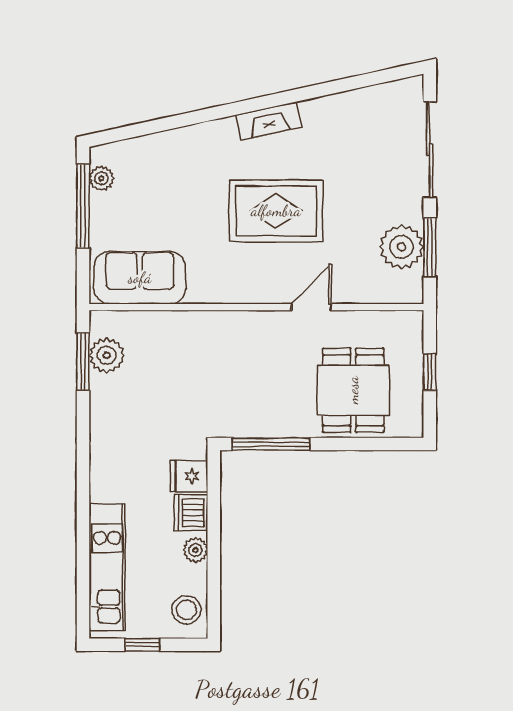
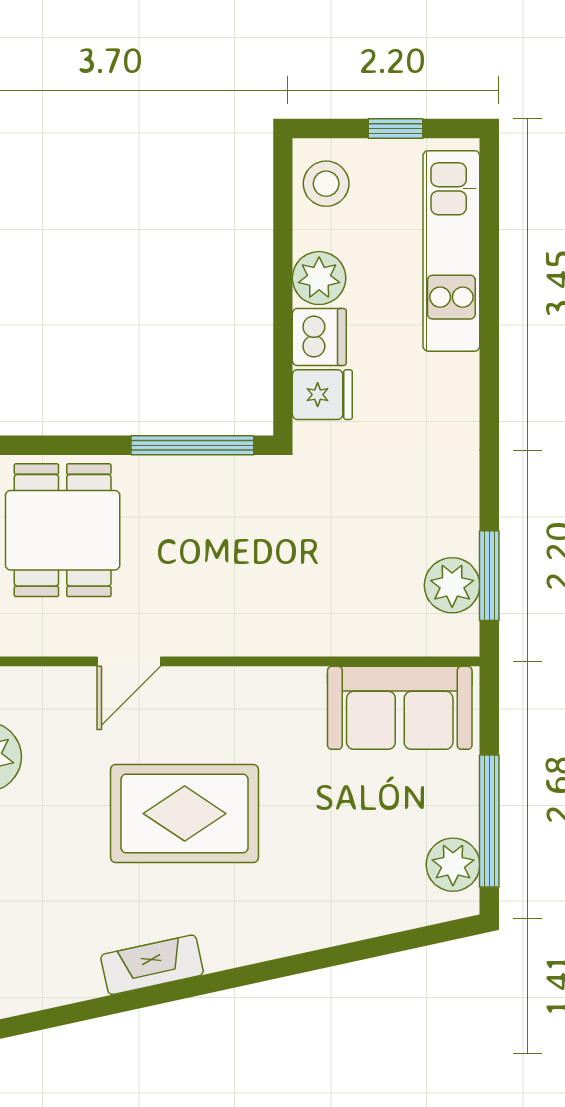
fireplace: (268, 121) -> (152, 965), moved
plant: (101, 178) -> (453, 865), width x1.38, depth x1.38
plant: (195, 550) -> (319, 278), width x1.38, depth x1.38

